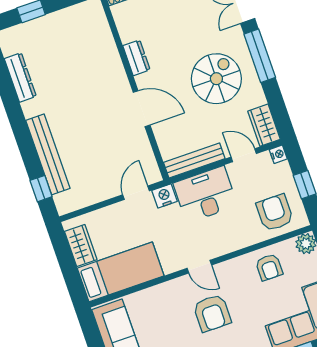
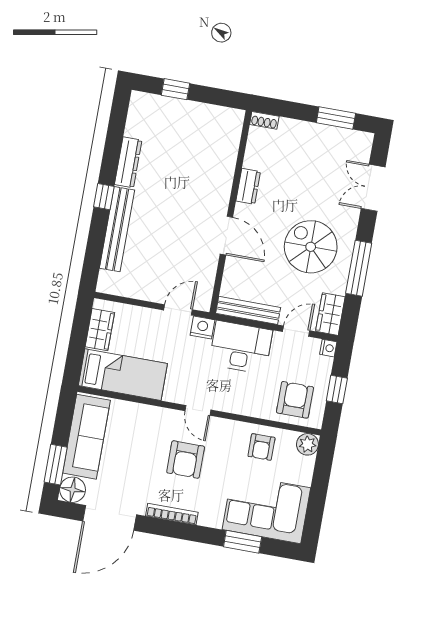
window: (260, 56) -> (359, 268), moved
dresser: (20, 77) -> (128, 162), moved
spiral stairs: (216, 79) -> (311, 247), turned -90
door: (244, 155) -> (296, 331), hinge flipped
window: (41, 189) -> (104, 197), moved

